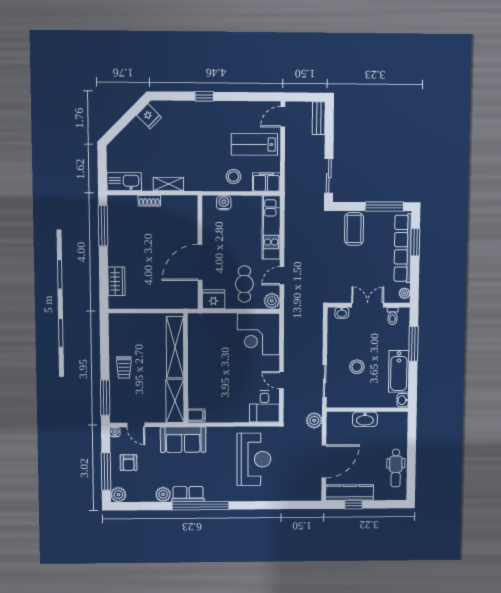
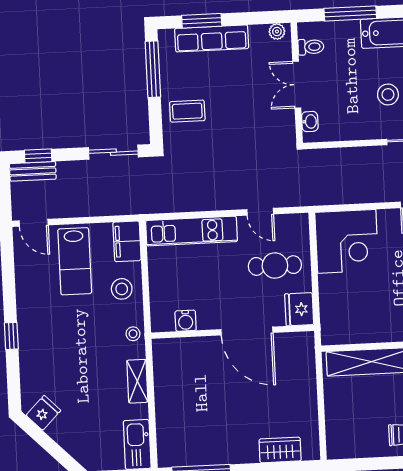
window: (329, 123) -> (38, 156), added
stool: (202, 183) -> (133, 334), added
shoe rack: (149, 201) -> (162, 408), removed
water cooler: (224, 203) -> (186, 321), moved, turned -90
coffee table: (354, 229) -> (187, 111), width x0.73, depth x0.77
row of seats: (403, 248) -> (212, 38), width x0.73
plant: (272, 301) -> (297, 224), removed

